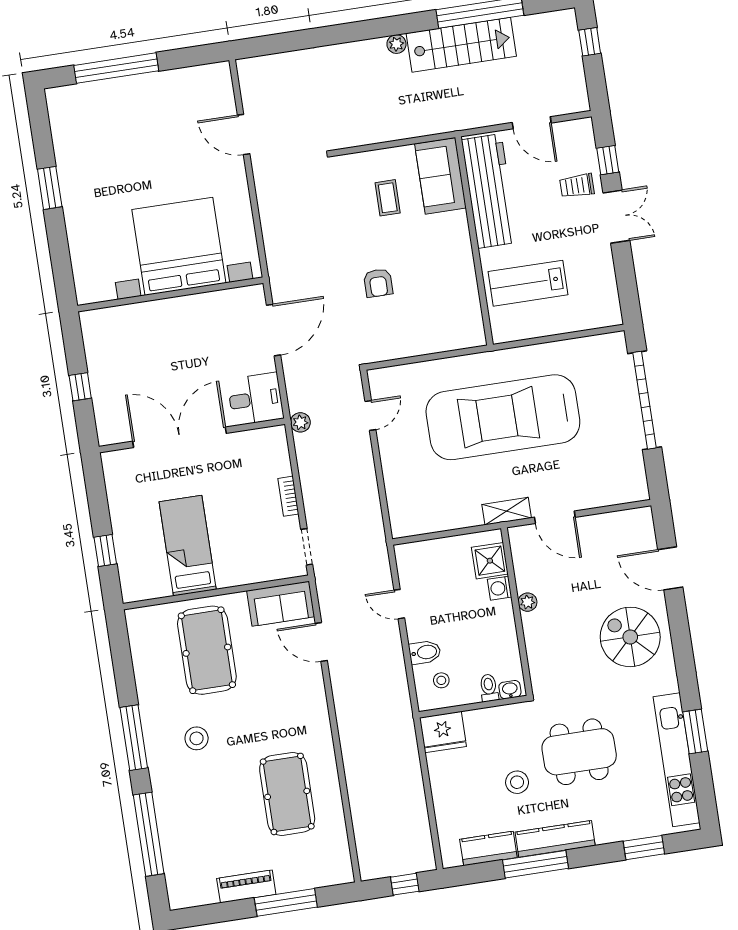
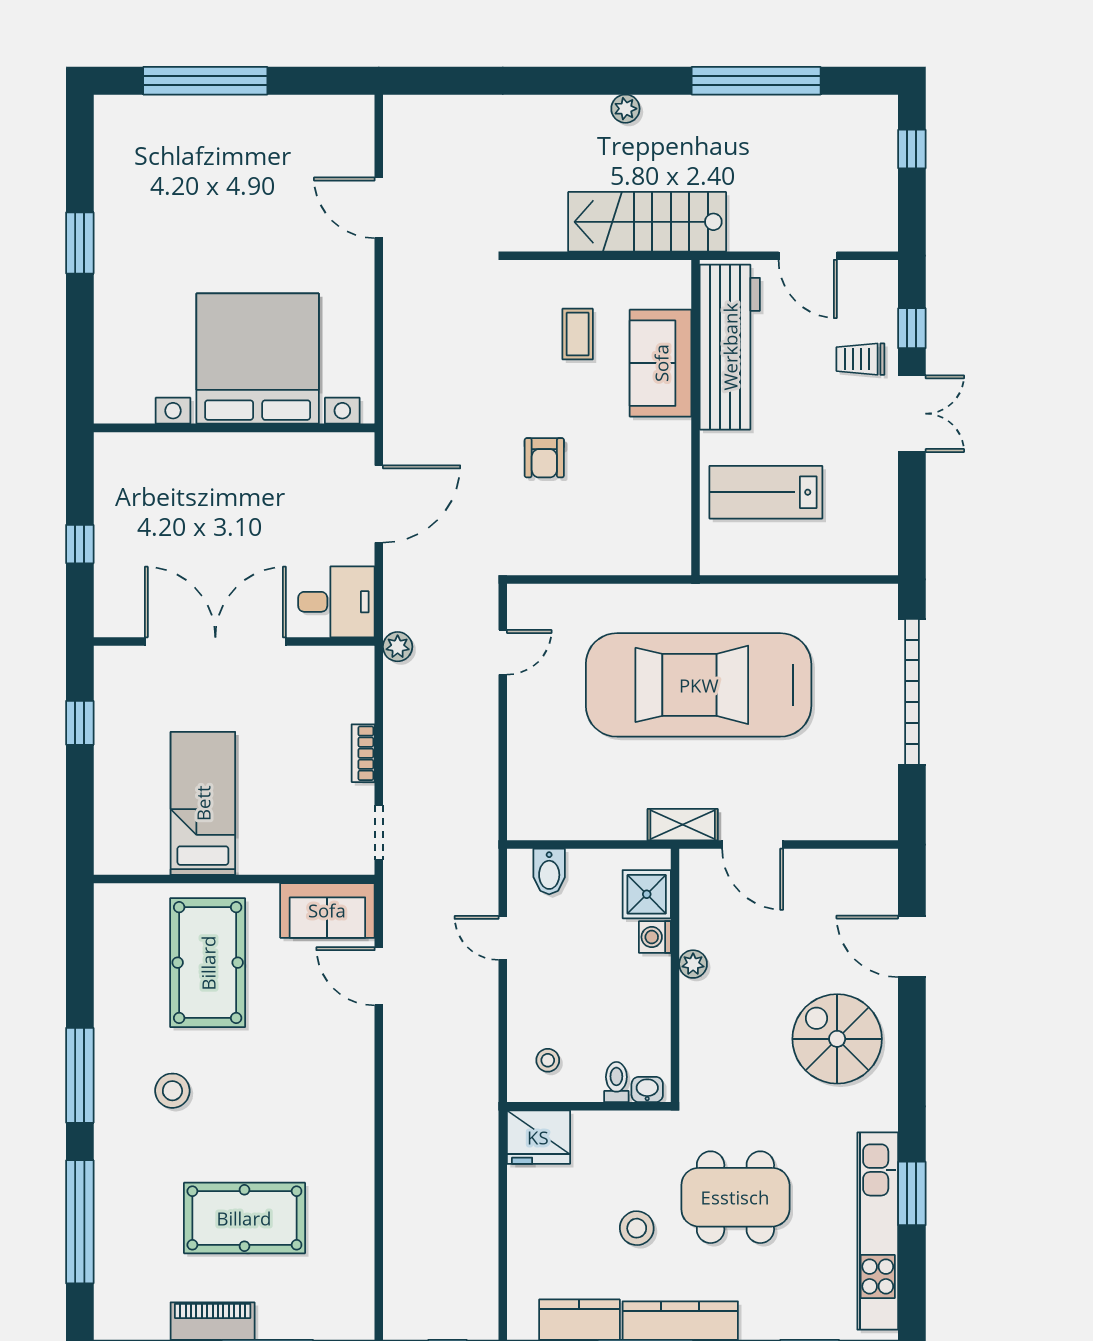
stairs: (461, 45) -> (647, 222), moved, turned 180
sofa: (440, 176) -> (661, 363), moved
window: (105, 550) -> (80, 723), moved
bidet: (425, 652) -> (549, 872), moved, turned 90
pool table: (287, 794) -> (244, 1218), moved, turned 90

